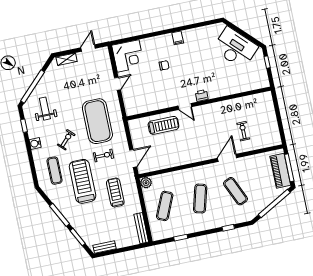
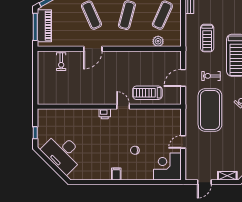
exercise bike: (243, 131) -> (61, 62), moved
door: (133, 158) -> (183, 78), moved
plant: (146, 183) -> (158, 41), moved

